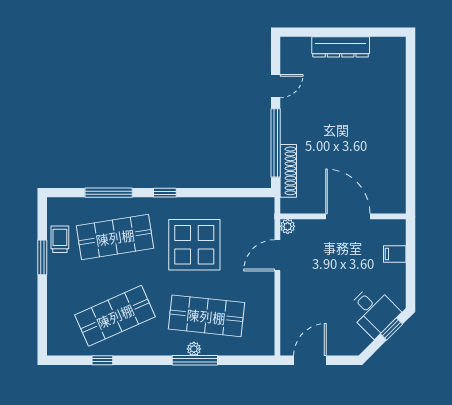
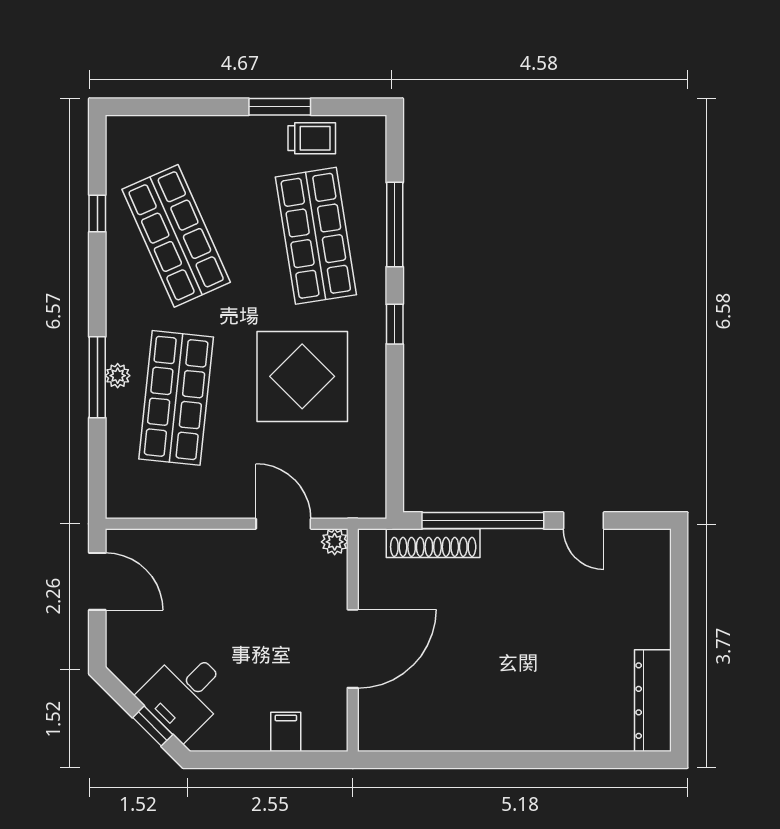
dresser: (341, 47) -> (653, 701), moved

